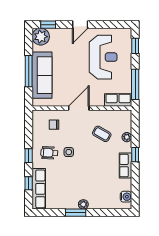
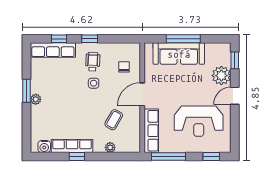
door: (80, 25) -> (235, 96), hinge flipped
plant: (41, 37) -> (221, 76), moved
row of seats: (118, 100) -> (151, 131), width x1.48
door: (79, 108) -> (142, 94), swing flipped
window: (135, 155) -> (77, 157), moved
row of seats: (125, 166) -> (72, 146), width x1.48

